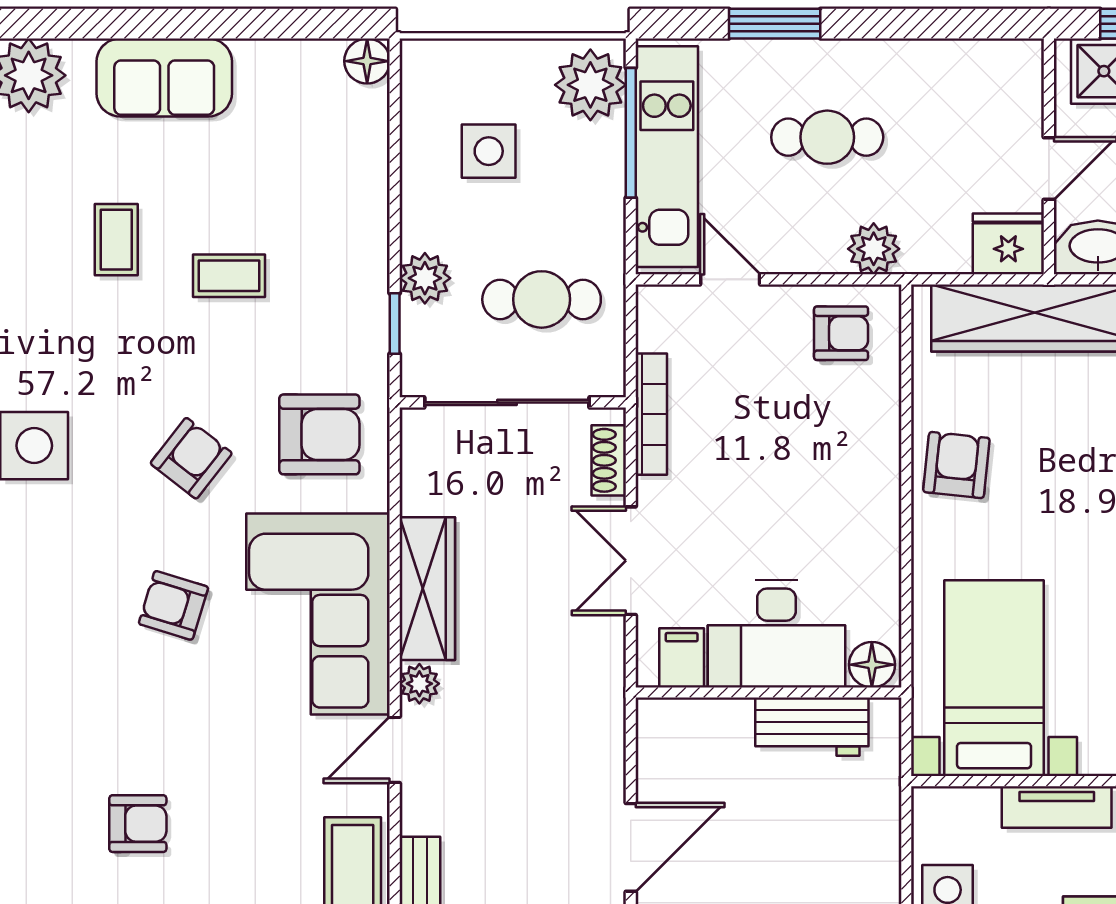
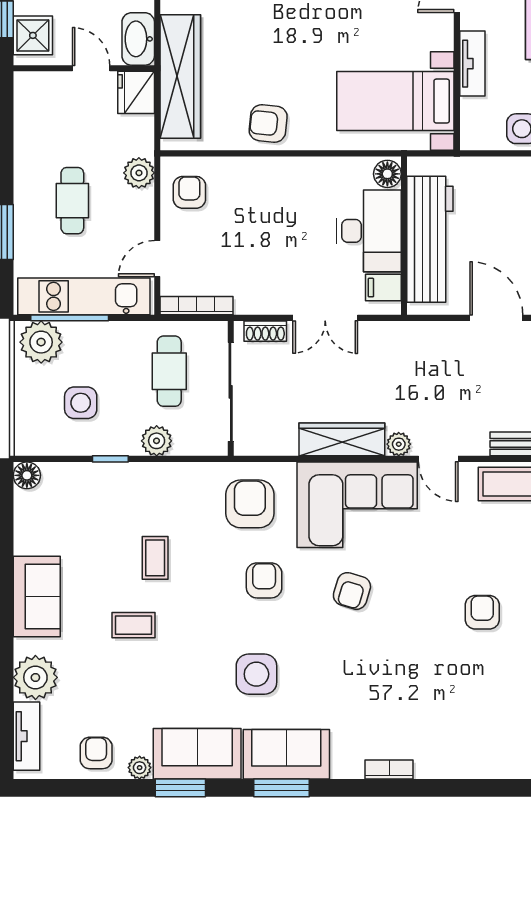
window: (395, 323) -> (110, 459), moved
bookcase: (651, 414) -> (197, 306), moved
armchair: (191, 458) -> (264, 580), turned 52
workbench: (812, 727) -> (430, 239), width x1.88, depth x1.32

